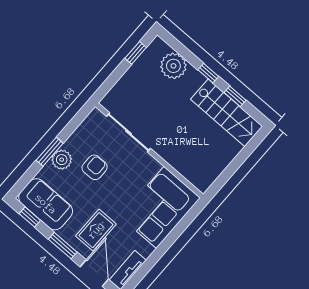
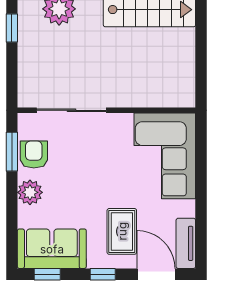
window: (50, 152) -> (12, 152), moved
armchair: (95, 167) -> (34, 154), moved
window: (63, 246) -> (103, 274), width x0.67

